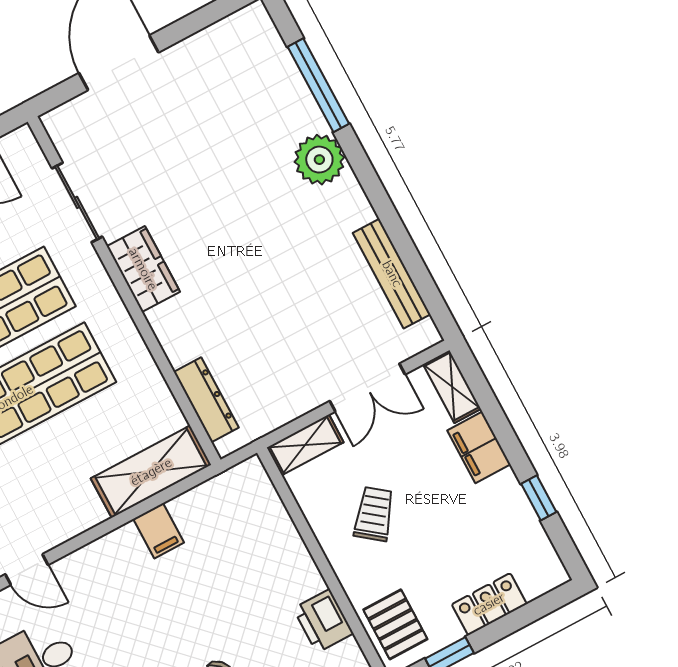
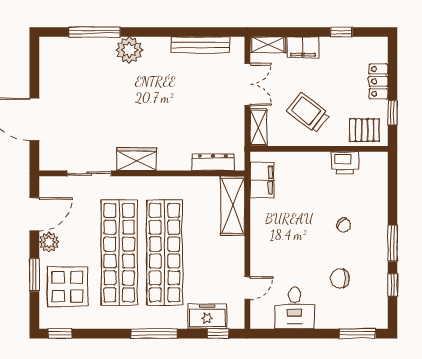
trolley: (374, 514) -> (308, 113), width x1.36, depth x1.39
filing cabinet: (159, 531) -> (262, 180), moved, width x2.00

